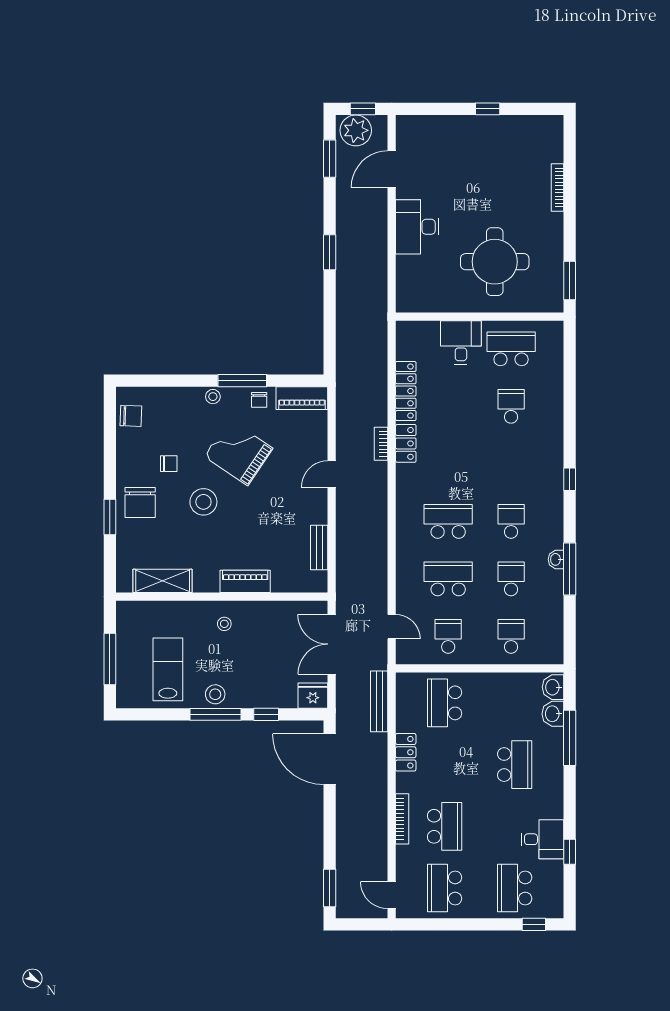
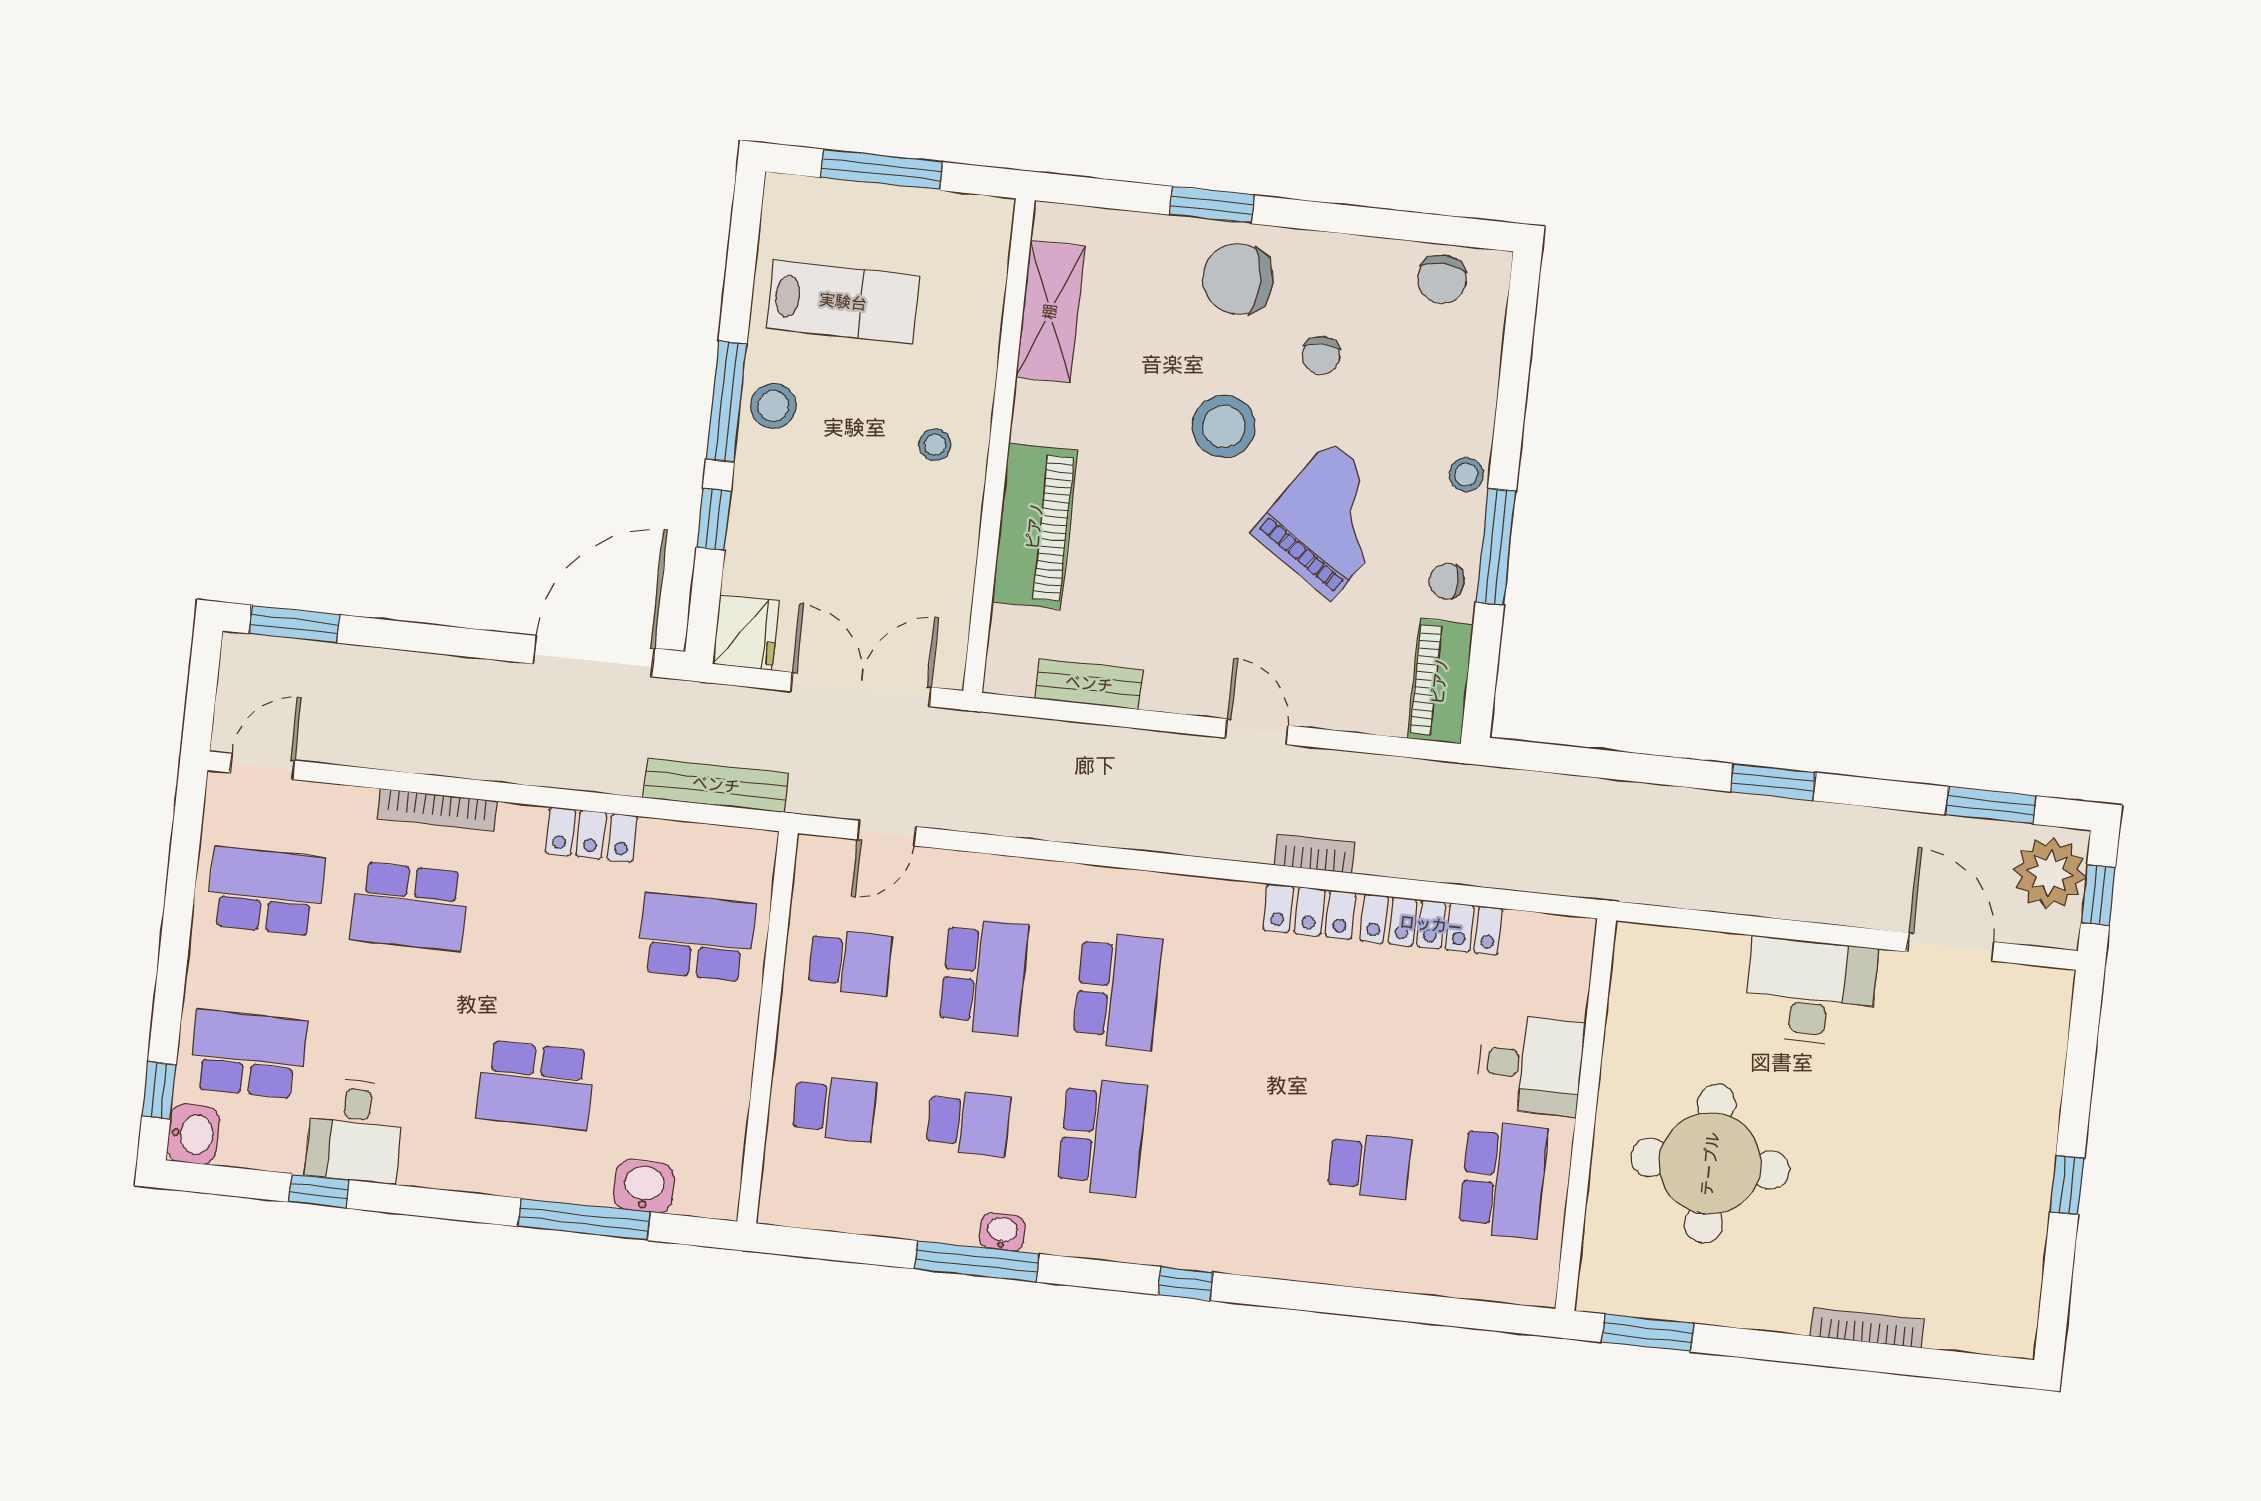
school desk: (511, 521) -> (1102, 1137), width x1.85
piano: (245, 581) -> (1035, 526), width x1.37, depth x1.33
washbasin: (553, 687) -> (193, 1134), moved, turned 90

